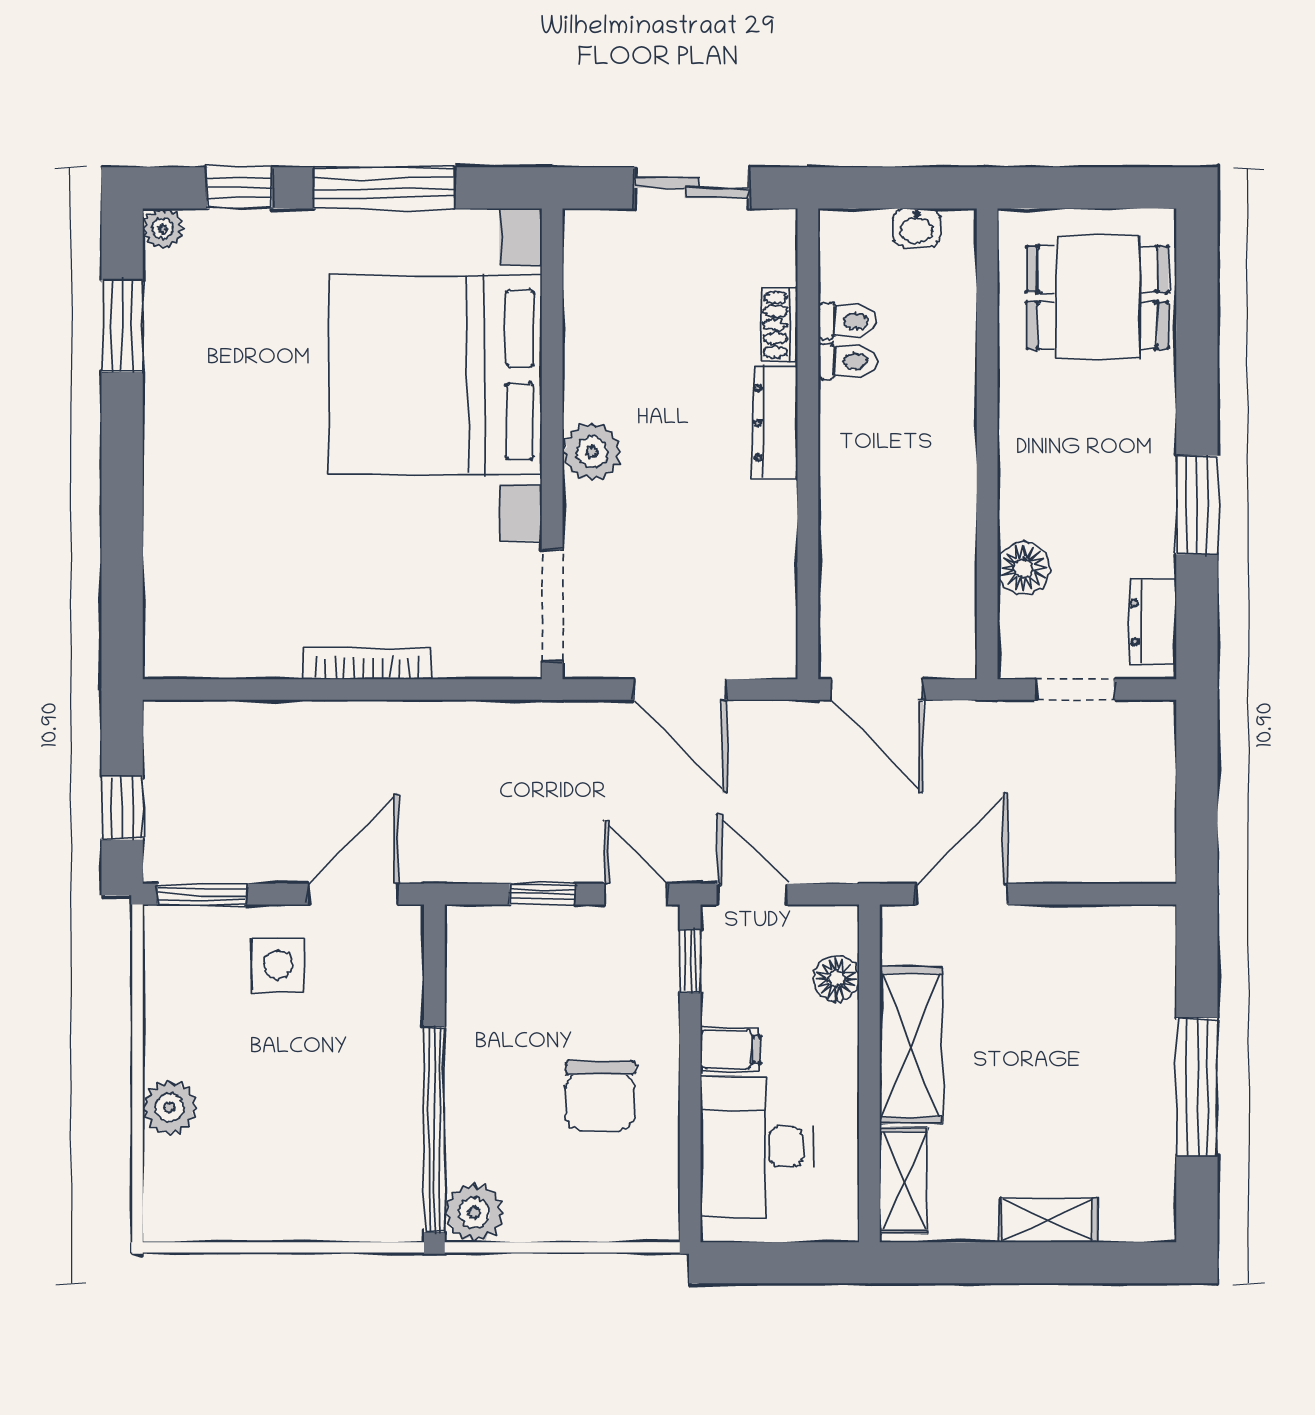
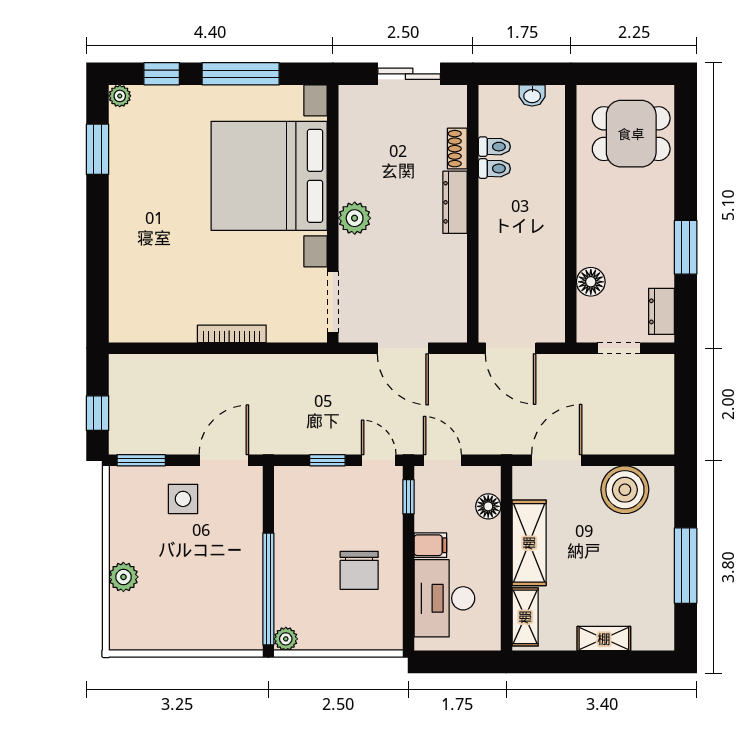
boiler: (1086, 948) -> (625, 490), added
plant: (474, 1213) -> (286, 639), width x0.73, depth x0.73

